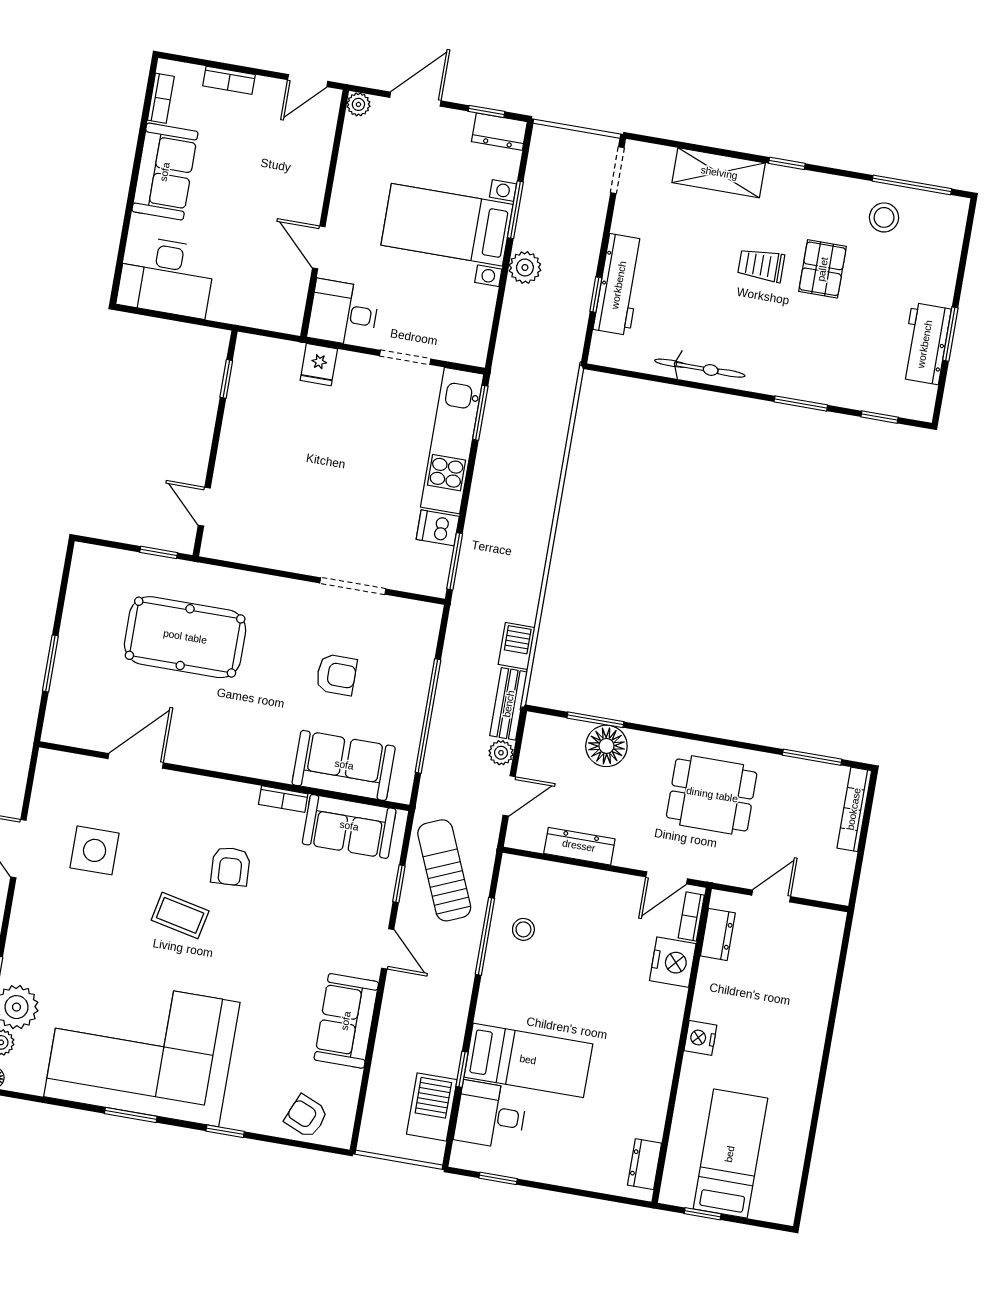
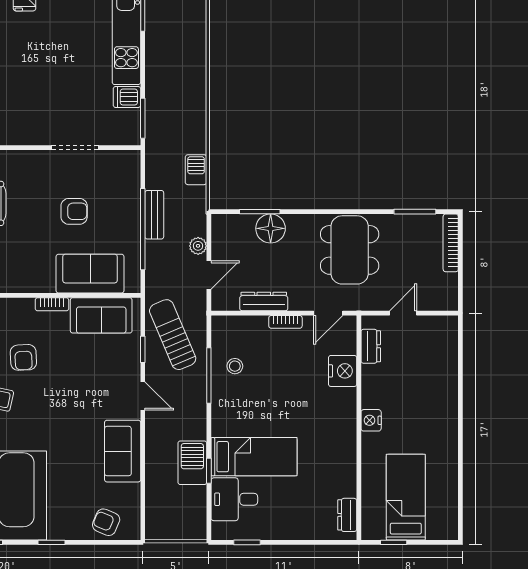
bench: (509, 704) -> (154, 215), moved
dining table: (712, 795) -> (350, 250), width x1.38
bookcase: (691, 917) -> (285, 322), moved, turned -90
barbecue: (432, 1107) -> (192, 463), moved

